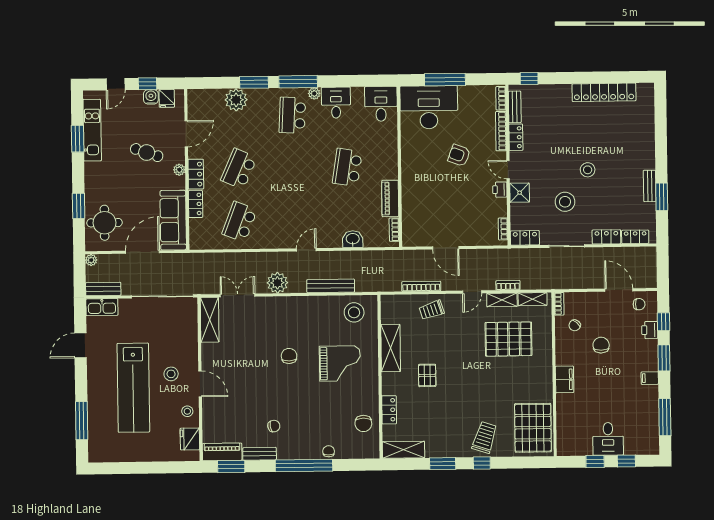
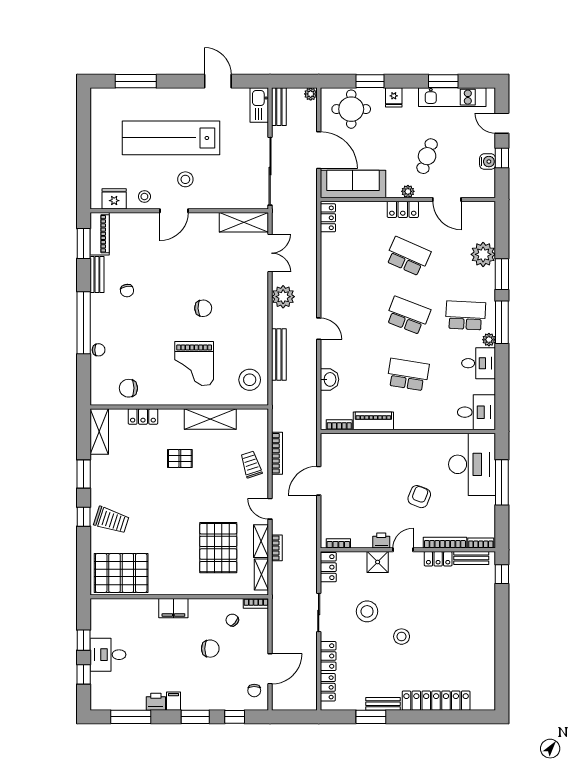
locker: (604, 92) -> (436, 701), moved, turned 90
fridge: (167, 98) -> (394, 97), moved, turned -90
locker: (196, 204) -> (328, 218), moved, turned -90
school desk: (240, 222) -> (408, 315), moved
printer: (650, 330) -> (156, 702), moved

